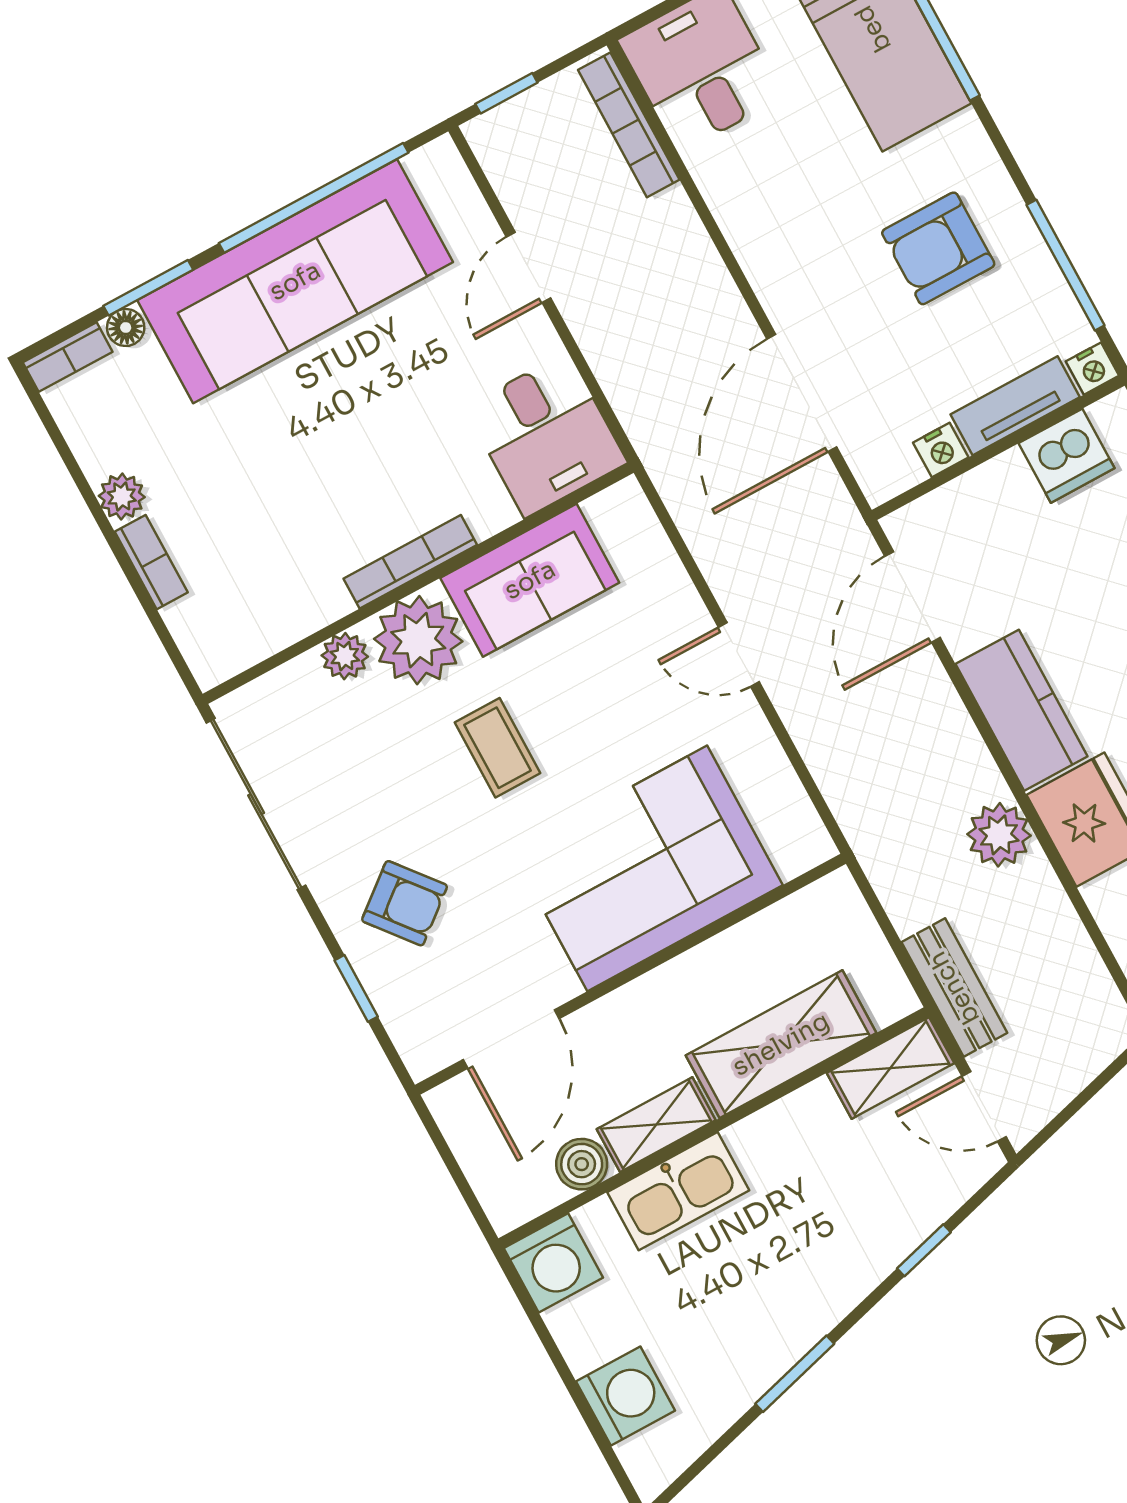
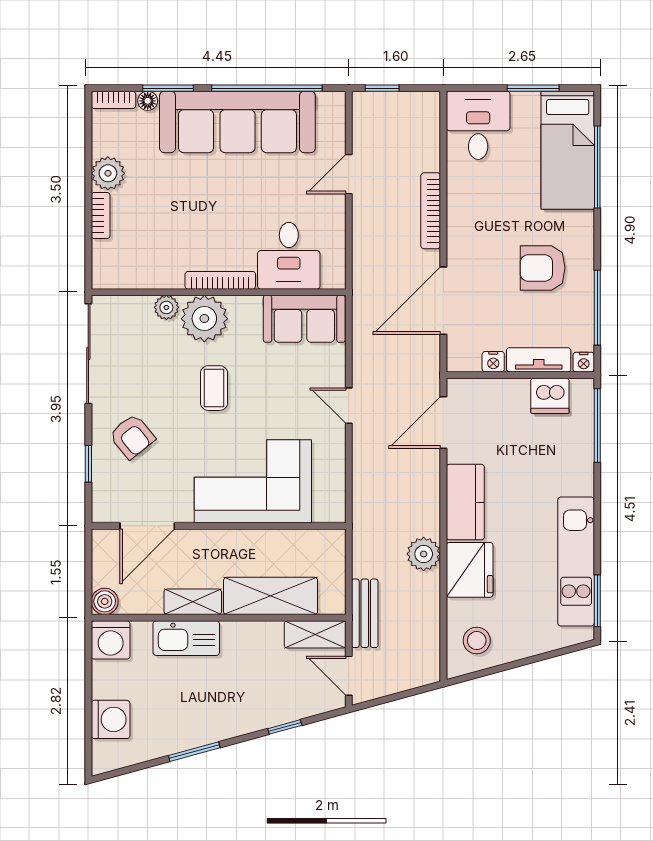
bookcase: (629, 125) -> (431, 211), moved
desk: (546, 435) -> (289, 256), moved
plant: (122, 496) -> (108, 173), width x1.38, depth x1.38
sofa: (530, 580) -> (304, 319), moved
boiler: (582, 1164) -> (105, 601), moved

